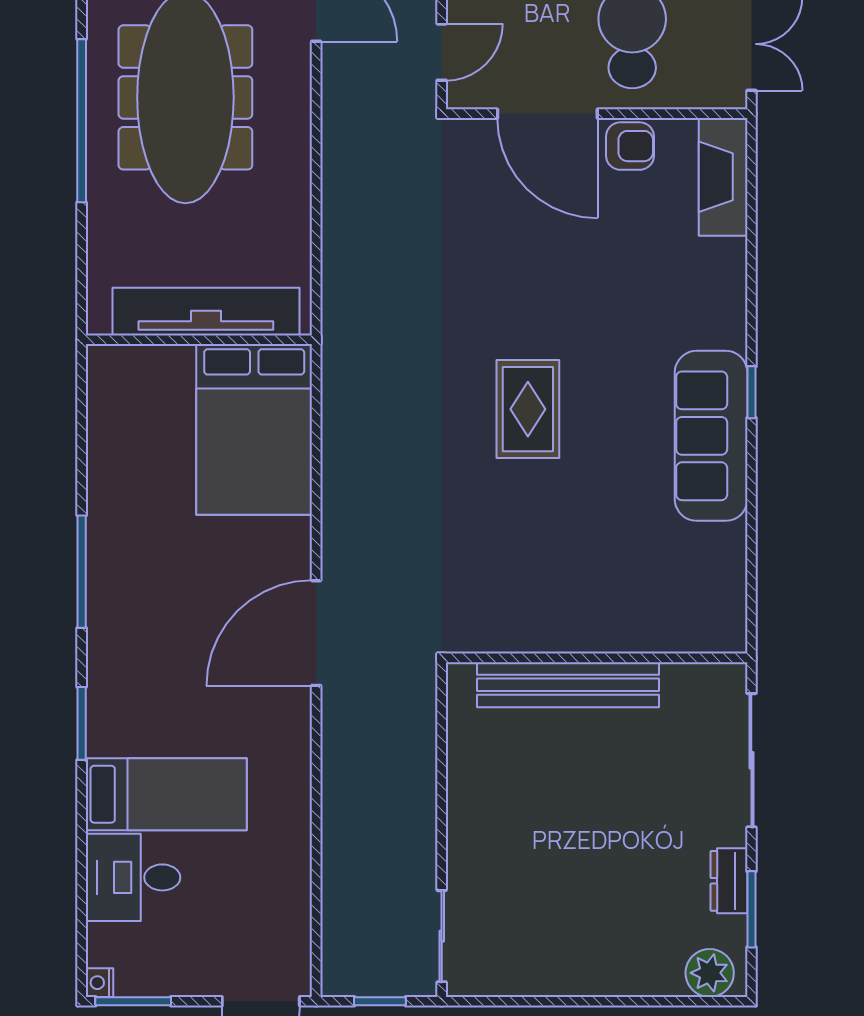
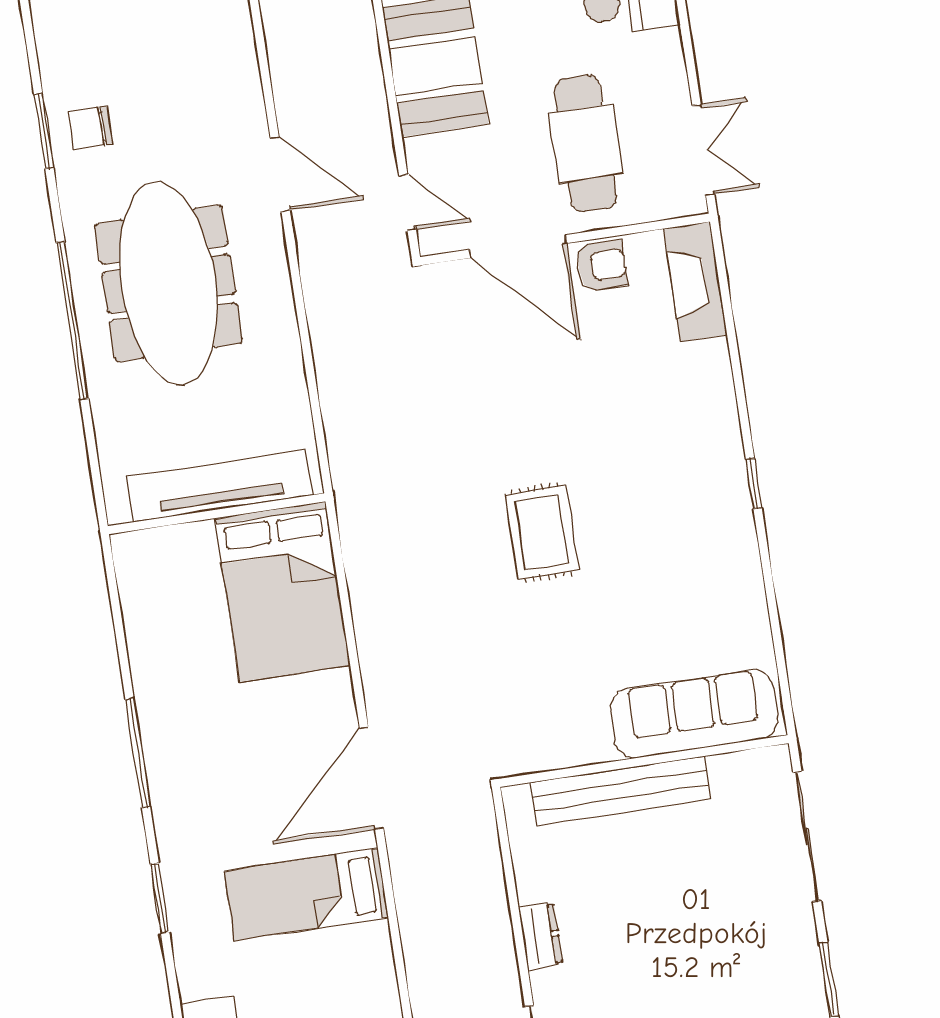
door: (442, 52) -> (408, 203), hinge flipped
sofa: (711, 436) -> (694, 714), moved, turned 90
bed: (166, 794) -> (306, 895), moved, turned 180
dresser: (729, 881) -> (541, 936), moved, turned 180

